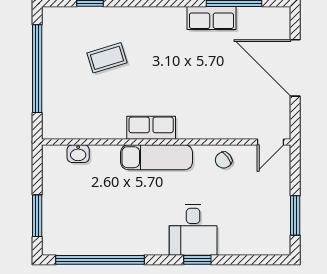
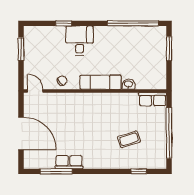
row of seats: (151, 128) -> (153, 99), moved
door: (271, 142) -> (35, 91), hinge flipped
washbasin: (78, 154) -> (128, 84), moved
window: (197, 260) -> (64, 23), moved

